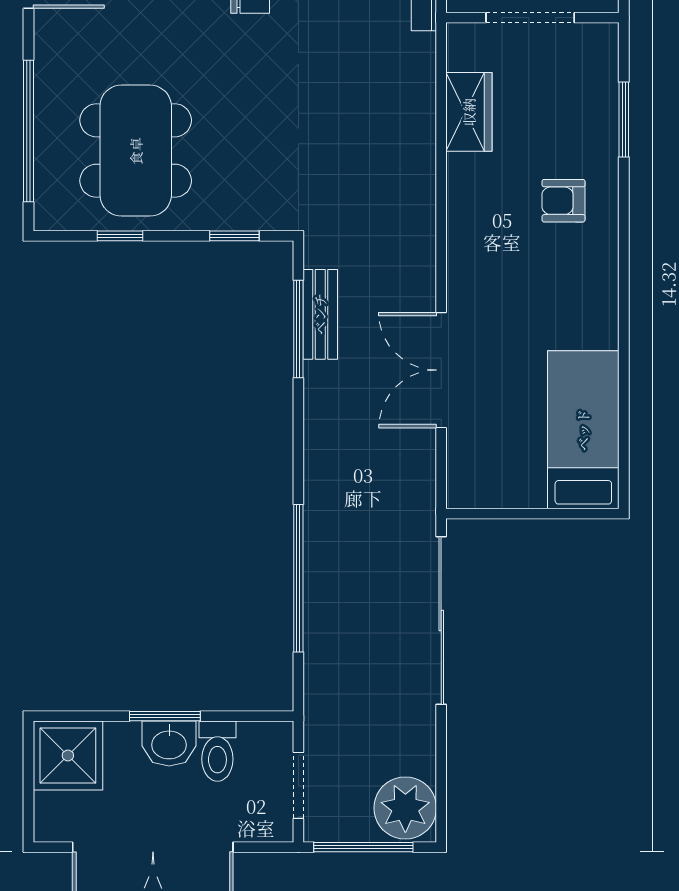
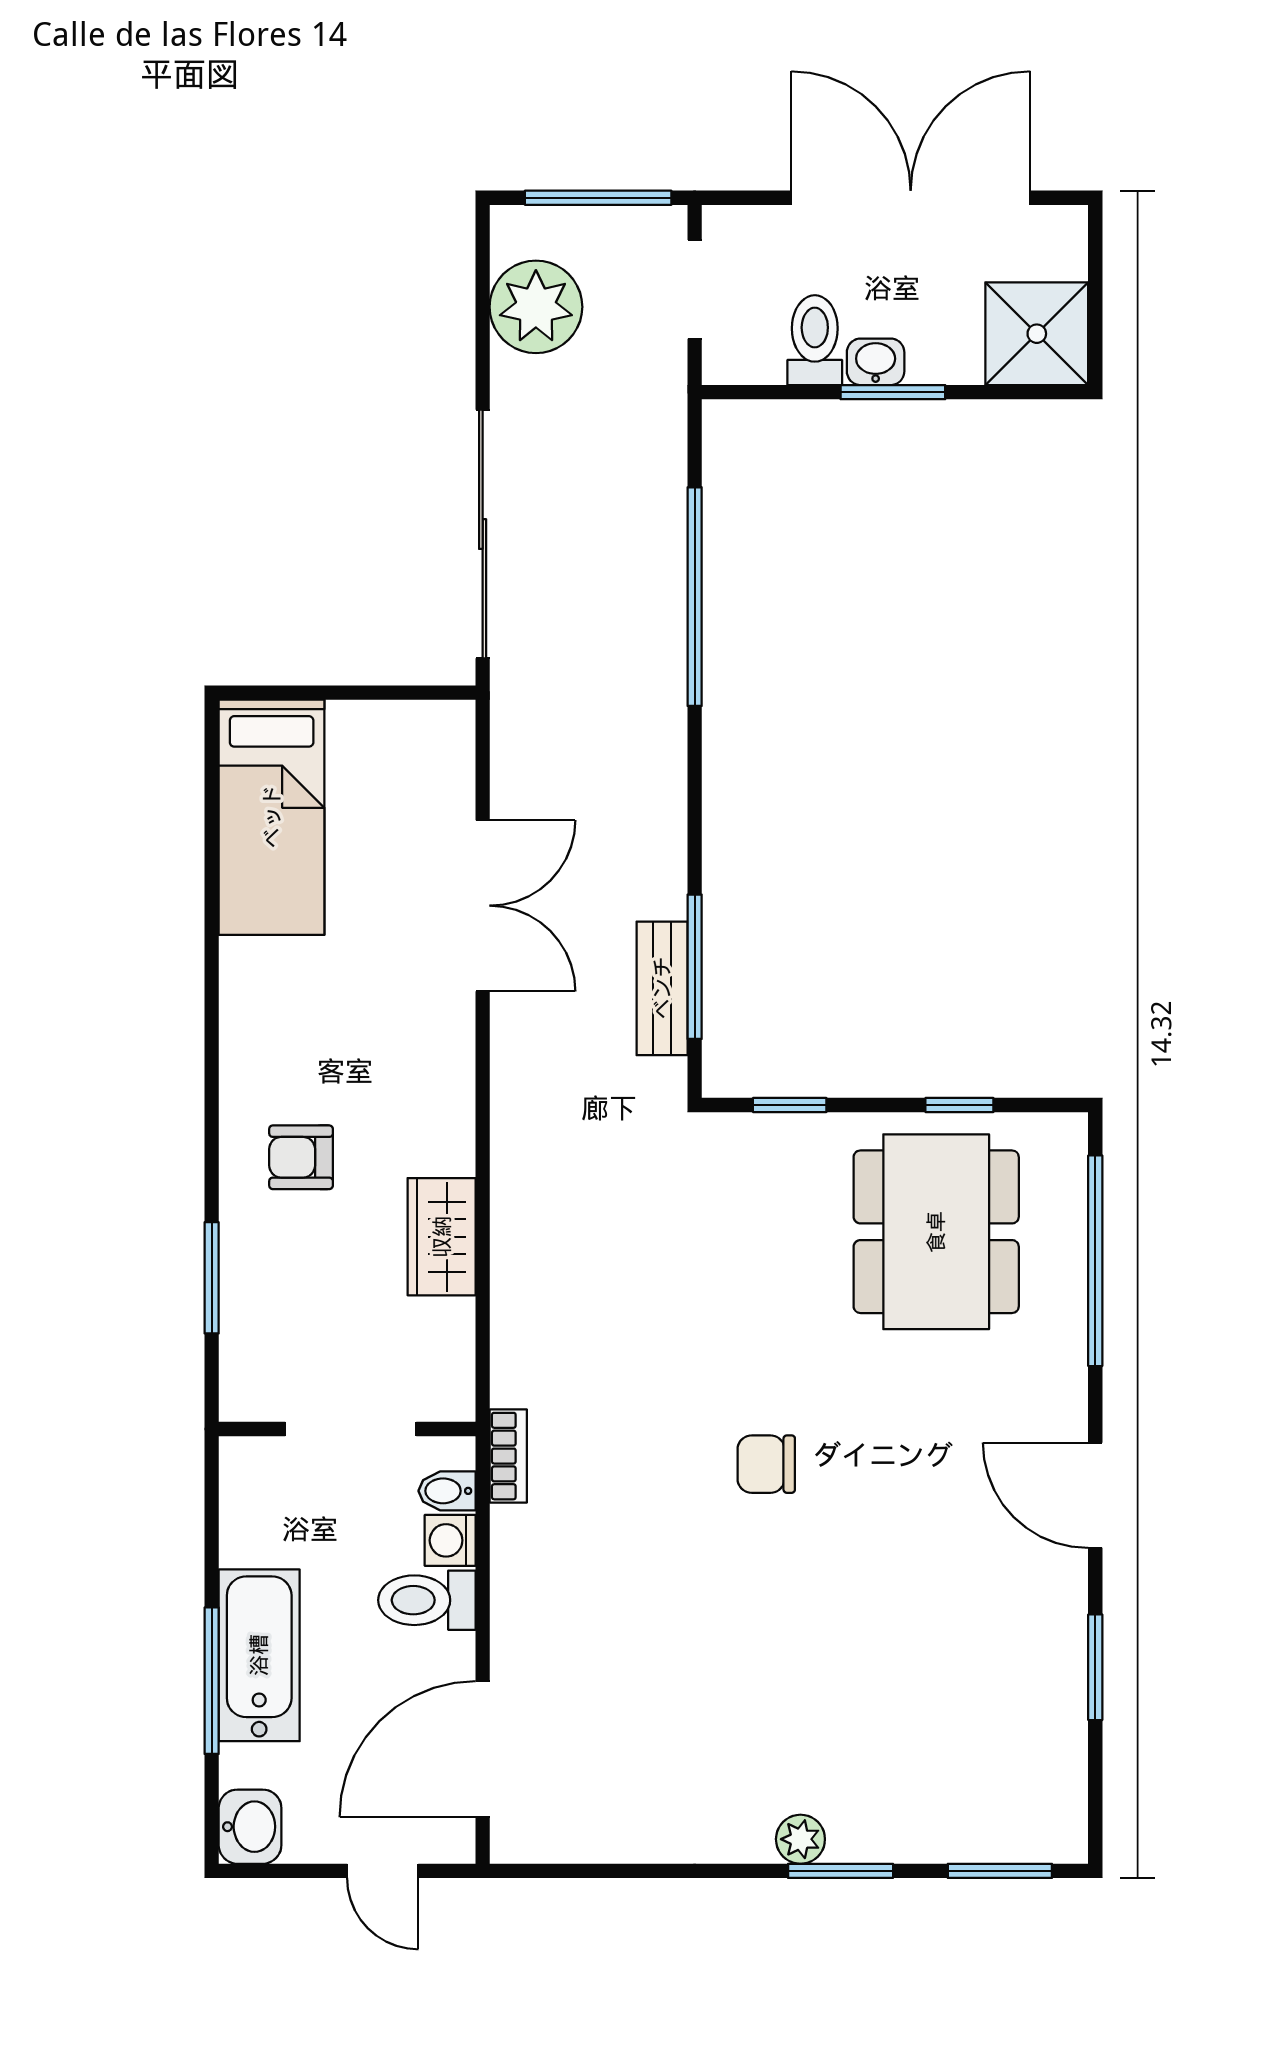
wardrobe: (469, 112) -> (442, 1237), moved
armchair: (564, 201) -> (301, 1157), turned 180
washbasin: (169, 744) -> (876, 362), width x0.72, depth x0.69
plant: (405, 808) -> (536, 307), moved

